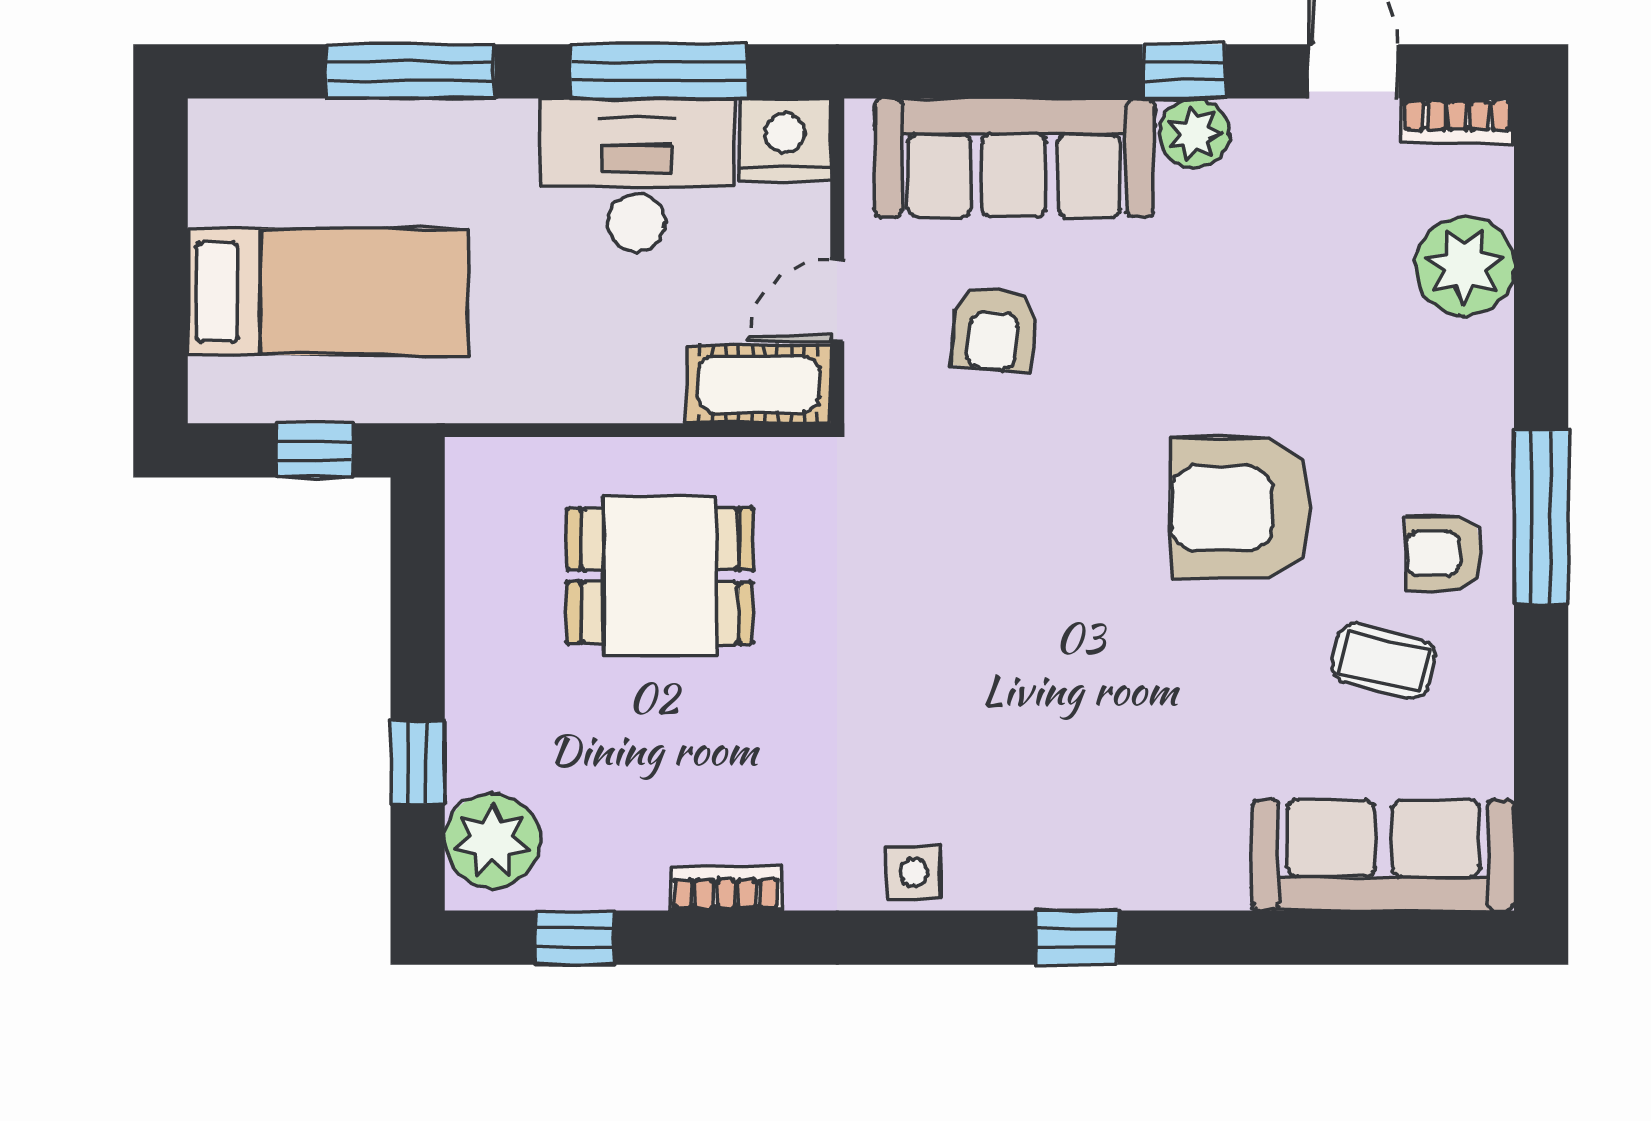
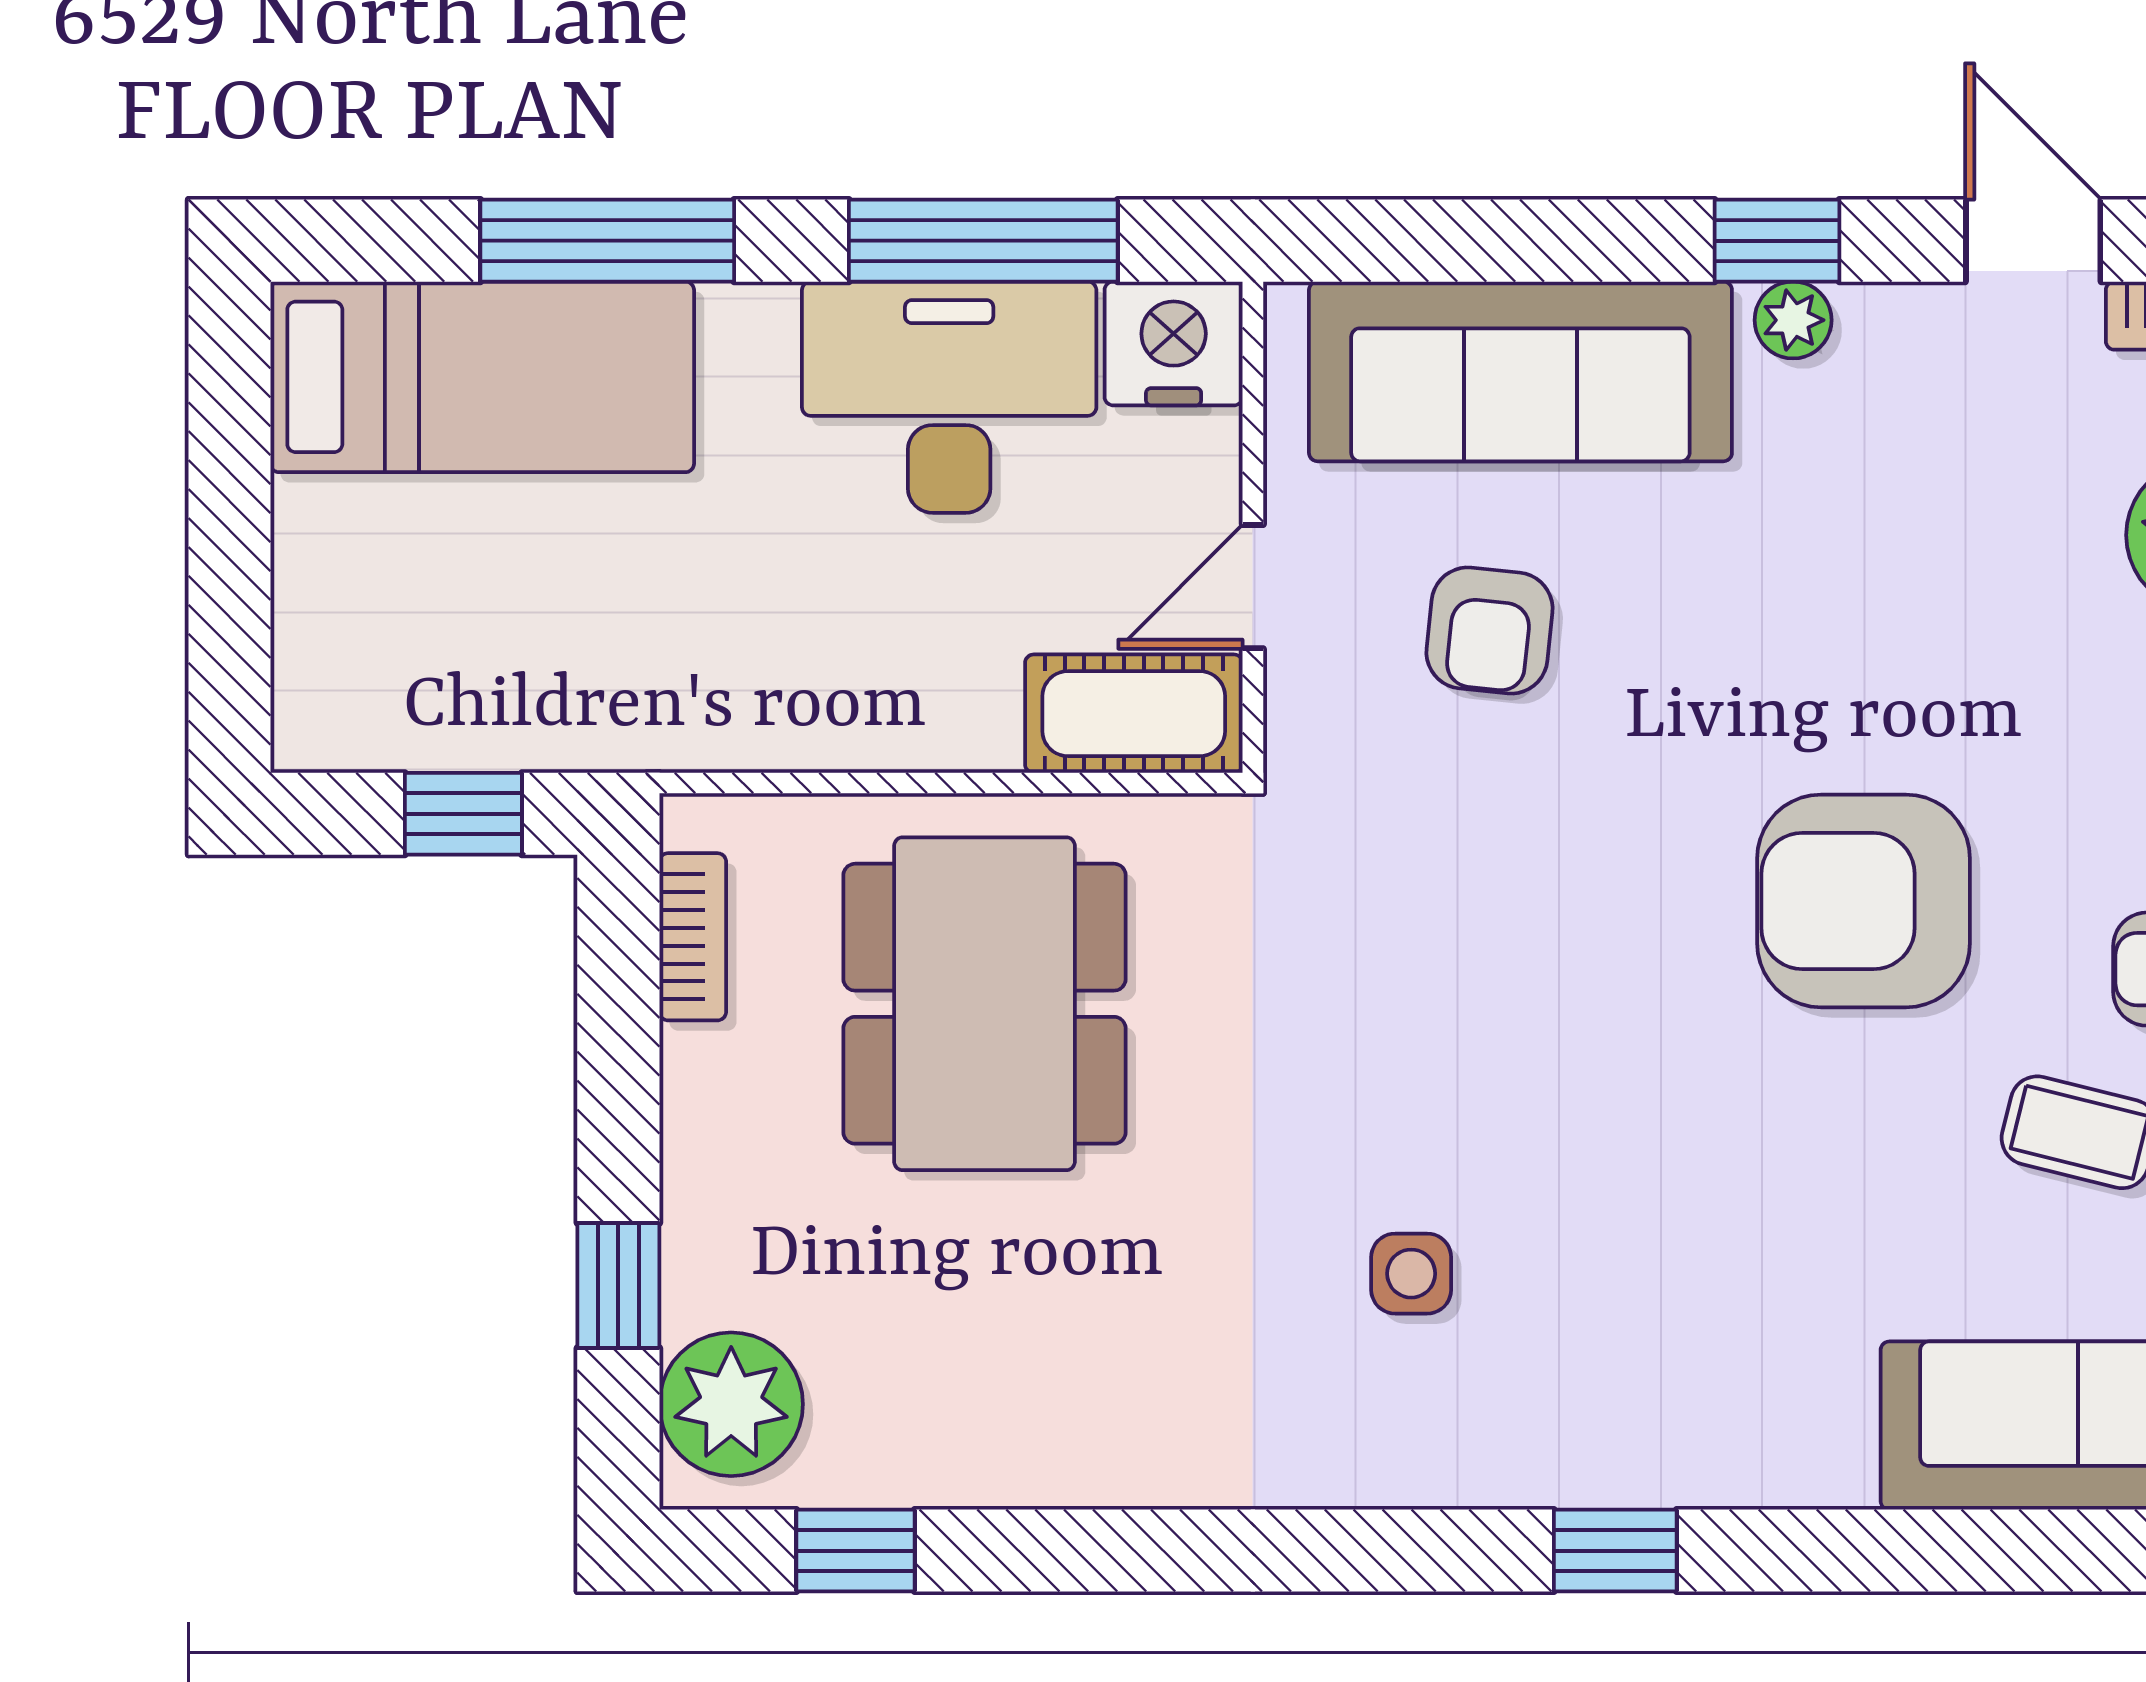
plant: (1194, 133) -> (1793, 320), width x0.73, depth x0.73
bed: (328, 292) -> (482, 377), moved
dining table: (660, 576) -> (985, 1004), width x1.38
side table: (914, 872) -> (1411, 1274), moved
bookcase: (726, 888) -> (693, 937), moved, turned 90

